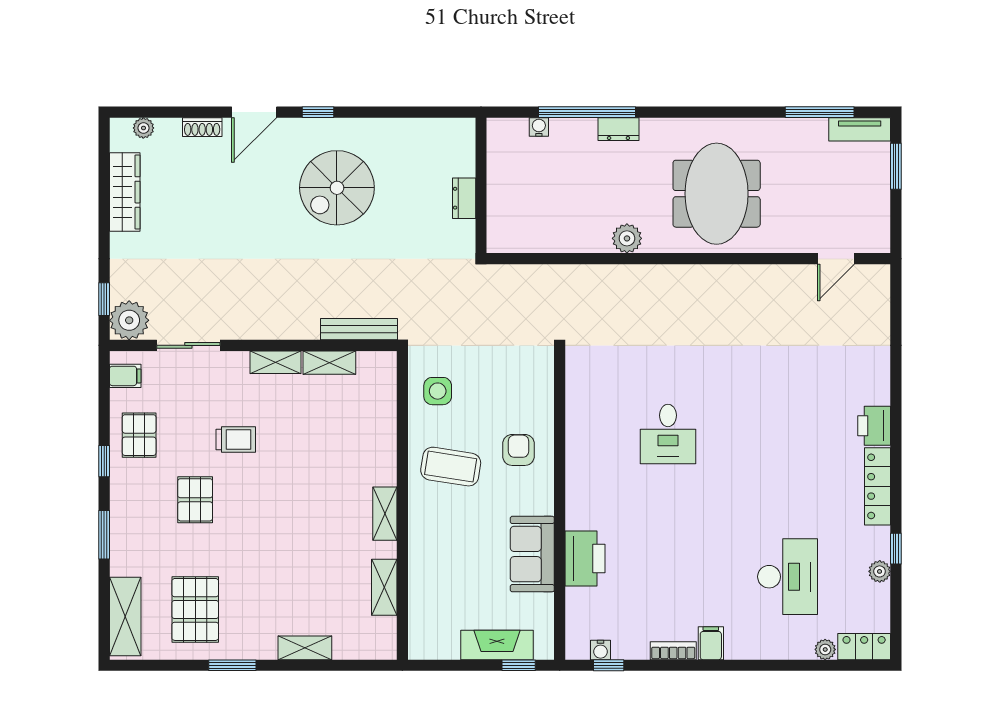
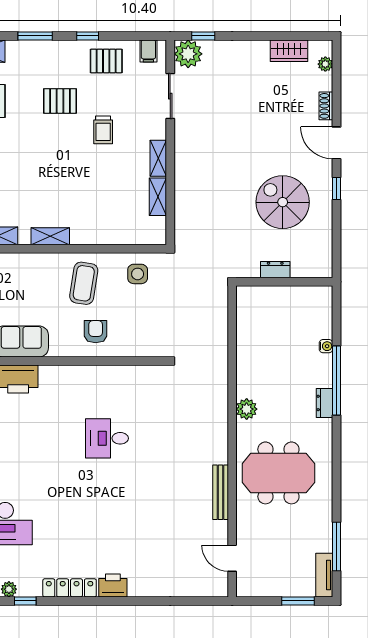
wall: (481, 185) -> (284, 282), moved
wardrobe: (125, 192) -> (289, 51), width x0.67
dresser: (464, 198) -> (275, 270), moved
bench: (359, 329) -> (221, 492), moved
armchair: (518, 450) -> (96, 332), turned -90

